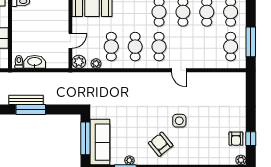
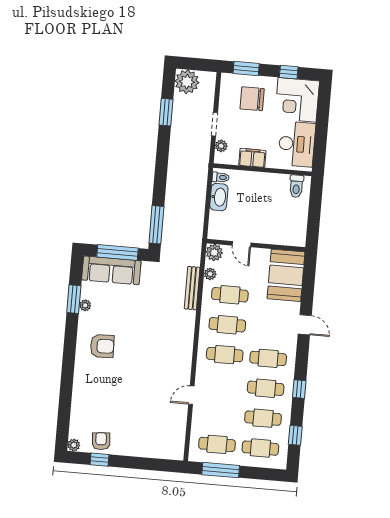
door: (179, 70) -> (191, 395), moved
bench: (26, 100) -> (192, 288), moved
window: (31, 109) -> (156, 225), moved
side table: (179, 121) -> (130, 372), removed
armchair: (236, 139) -> (101, 441), turned 86
armchair: (161, 144) -> (102, 346), turned 37

